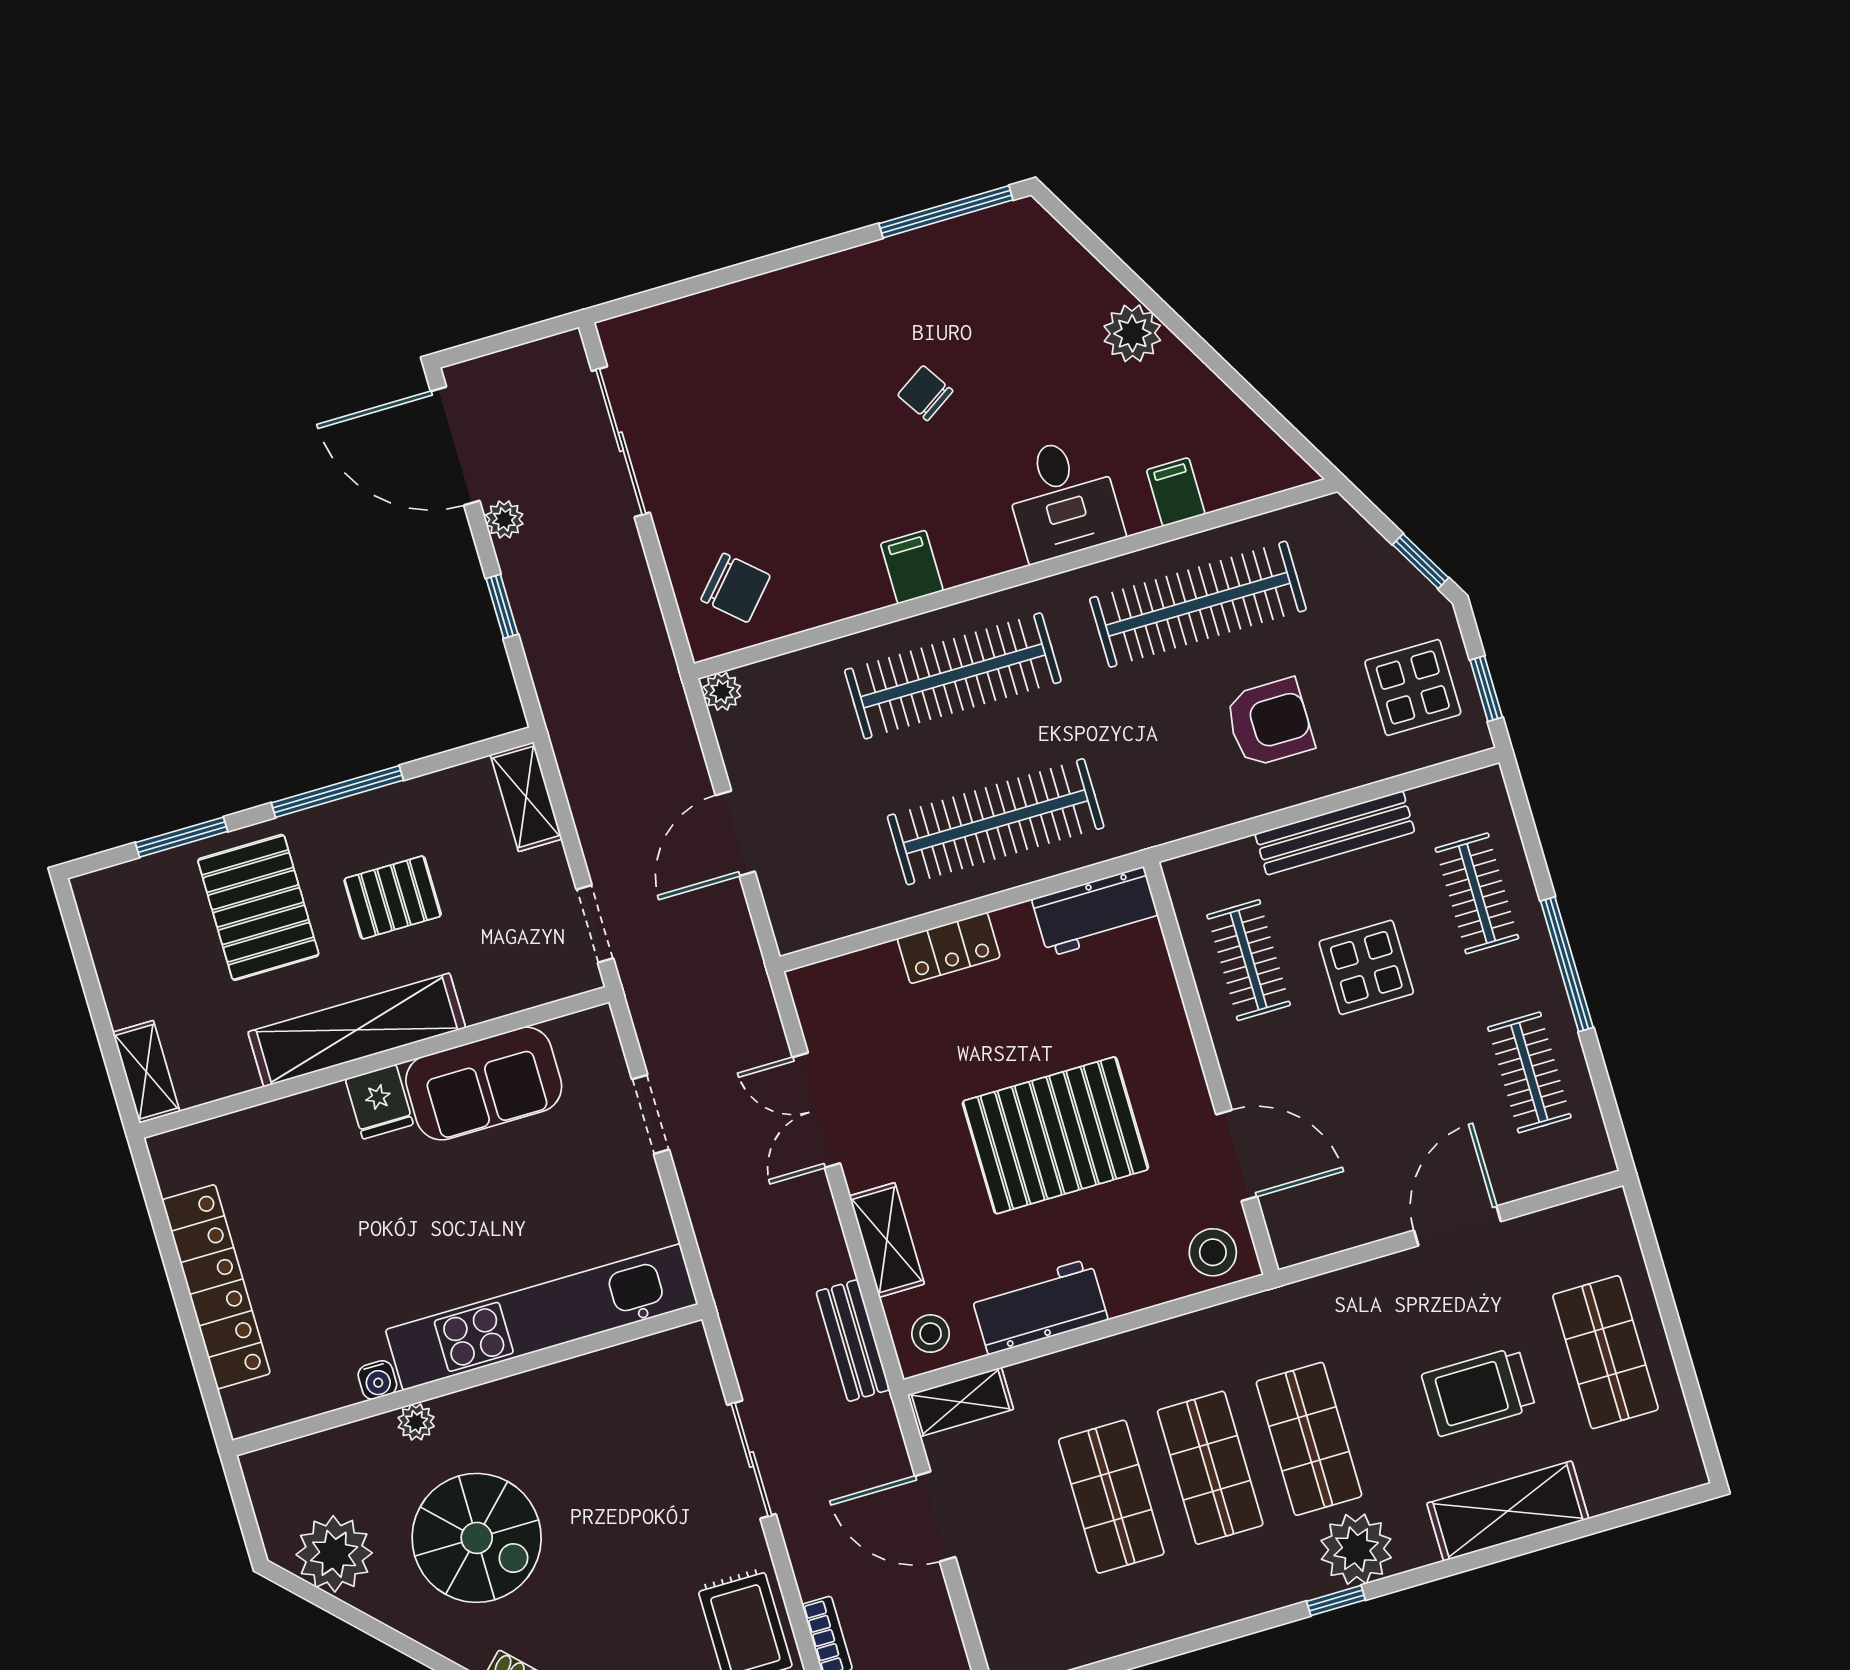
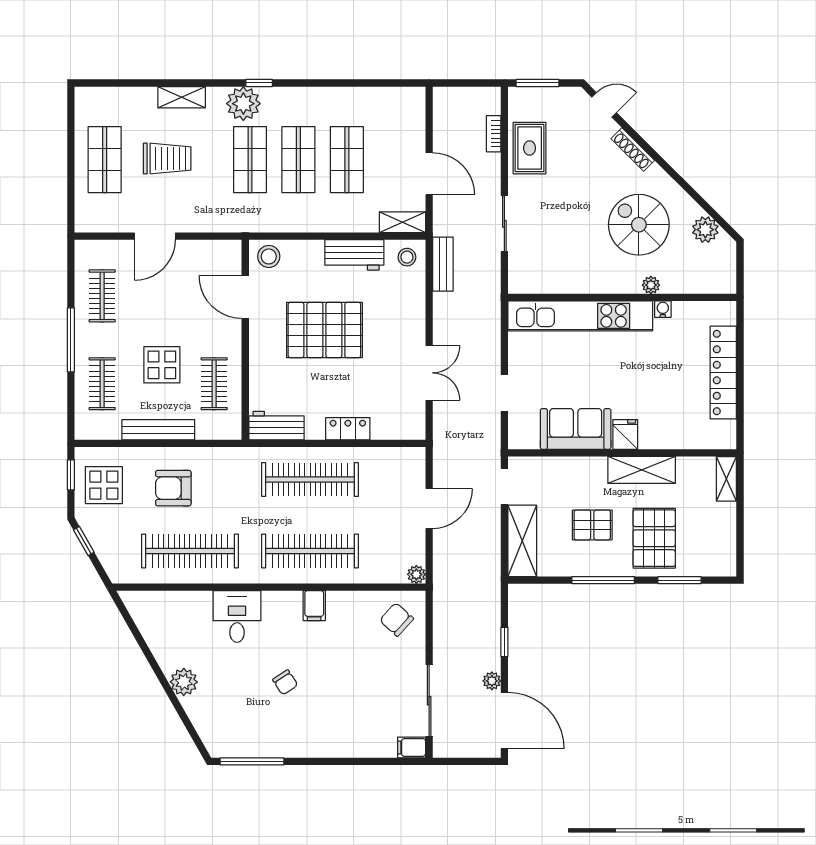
filing cabinet: (1176, 492) -> (412, 747), moved, turned 90
shelving: (526, 797) -> (522, 541), width x1.50, depth x1.33
shelving: (357, 1030) -> (642, 470), width x0.68
shelving: (887, 1240) -> (414, 305), removed
shelving: (1508, 1511) -> (182, 97), width x0.67, depth x0.75
plant: (334, 1554) -> (705, 230), width x0.73, depth x0.73

